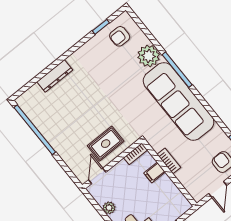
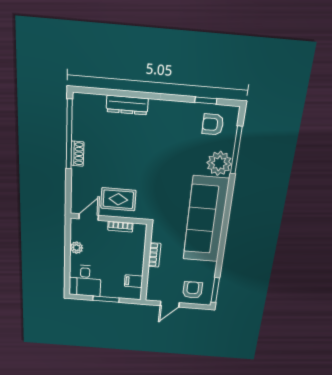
window: (177, 70) -> (236, 150), moved
shoe rack: (51, 138) -> (78, 154), added
bookcase: (136, 154) -> (120, 227), moved
filing cabinet: (155, 173) -> (134, 281), moved

